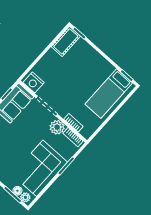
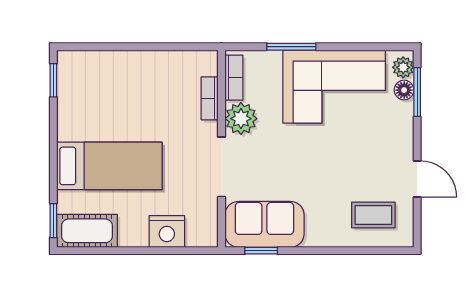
nightstand: (34, 83) -> (167, 231), moved, turned 90
bed: (109, 94) -> (109, 166), moved

